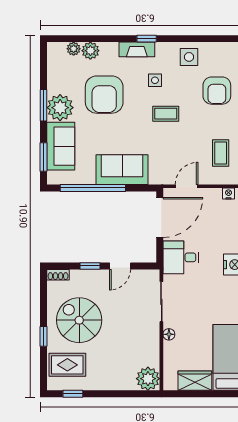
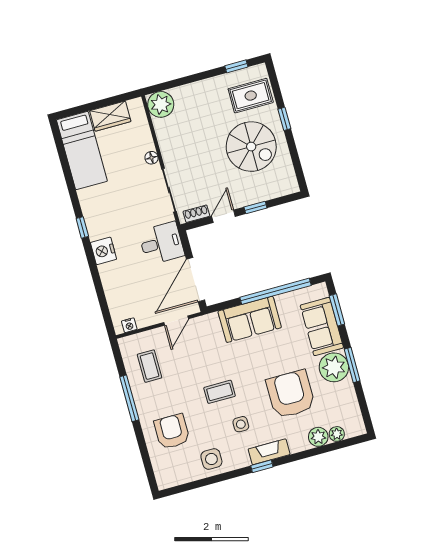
shoe rack: (58, 275) -> (196, 214), moved

